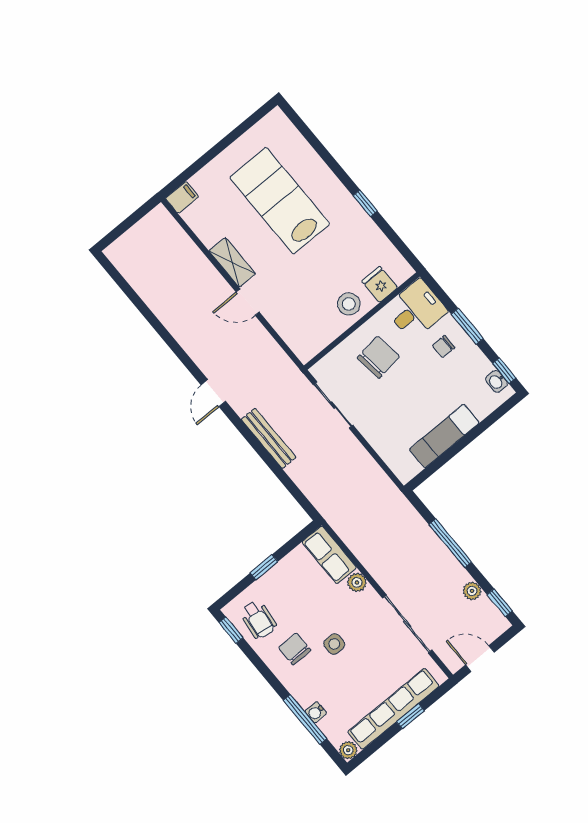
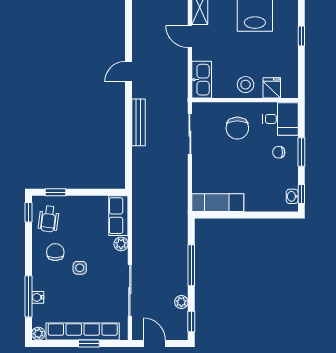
kitchen sink: (298, 337) -> (202, 80), added
chair: (378, 357) -> (237, 128), turned 97
exam couch: (444, 436) -> (218, 203), moved
window: (264, 567) -> (56, 192), moved

